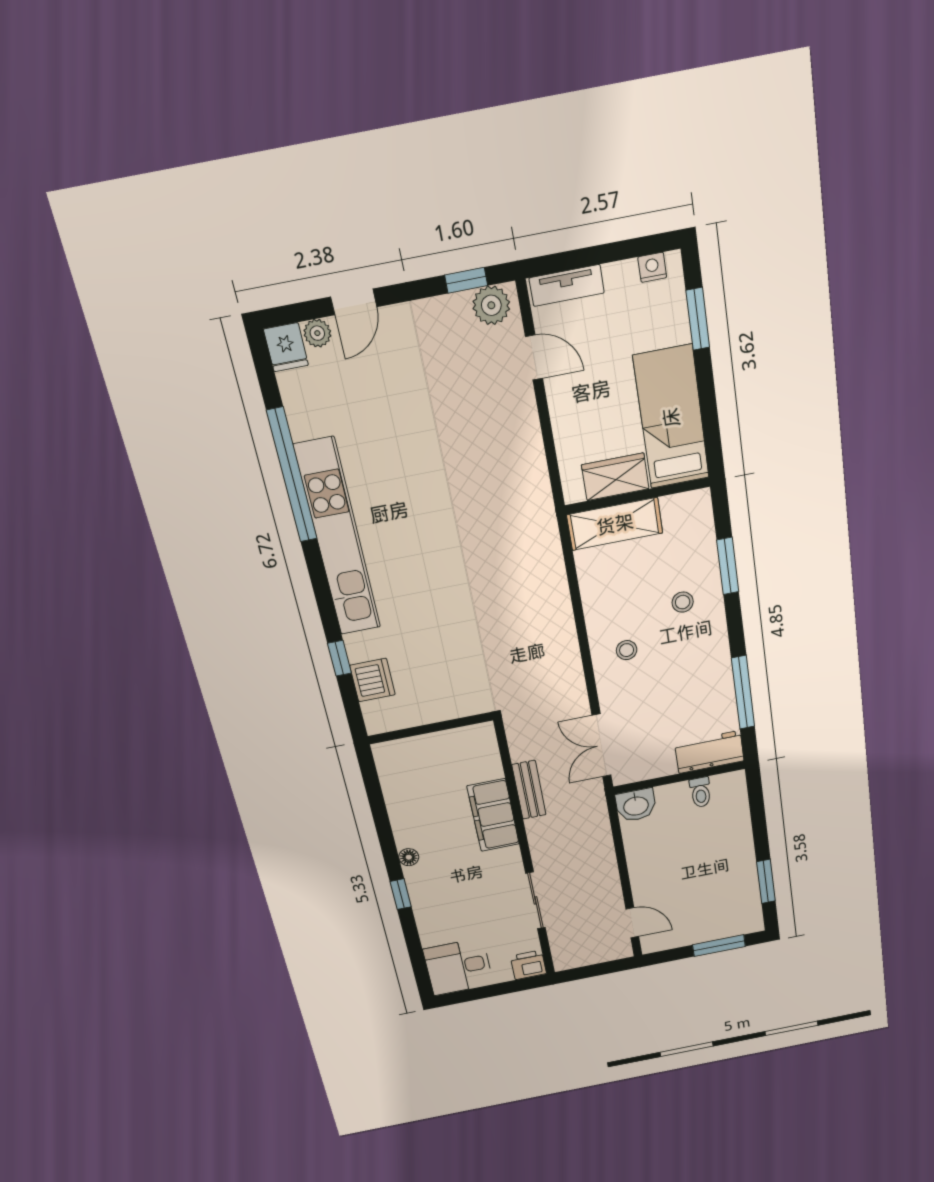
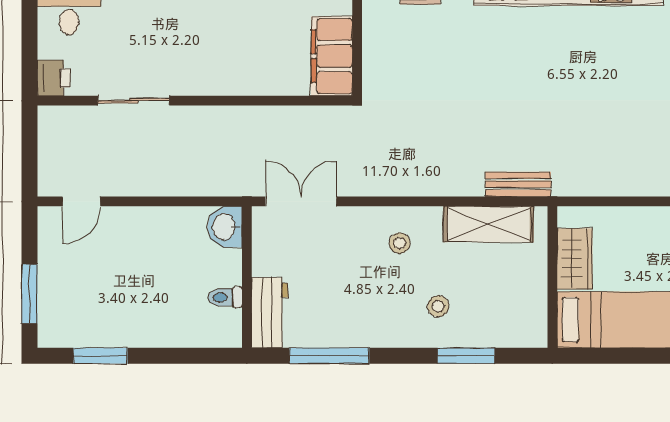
shelving: (615, 524) -> (489, 224), moved, turned 90
bench: (529, 790) -> (518, 184), moved
filing cabinet: (493, 815) -> (332, 56), moved, turned -90

